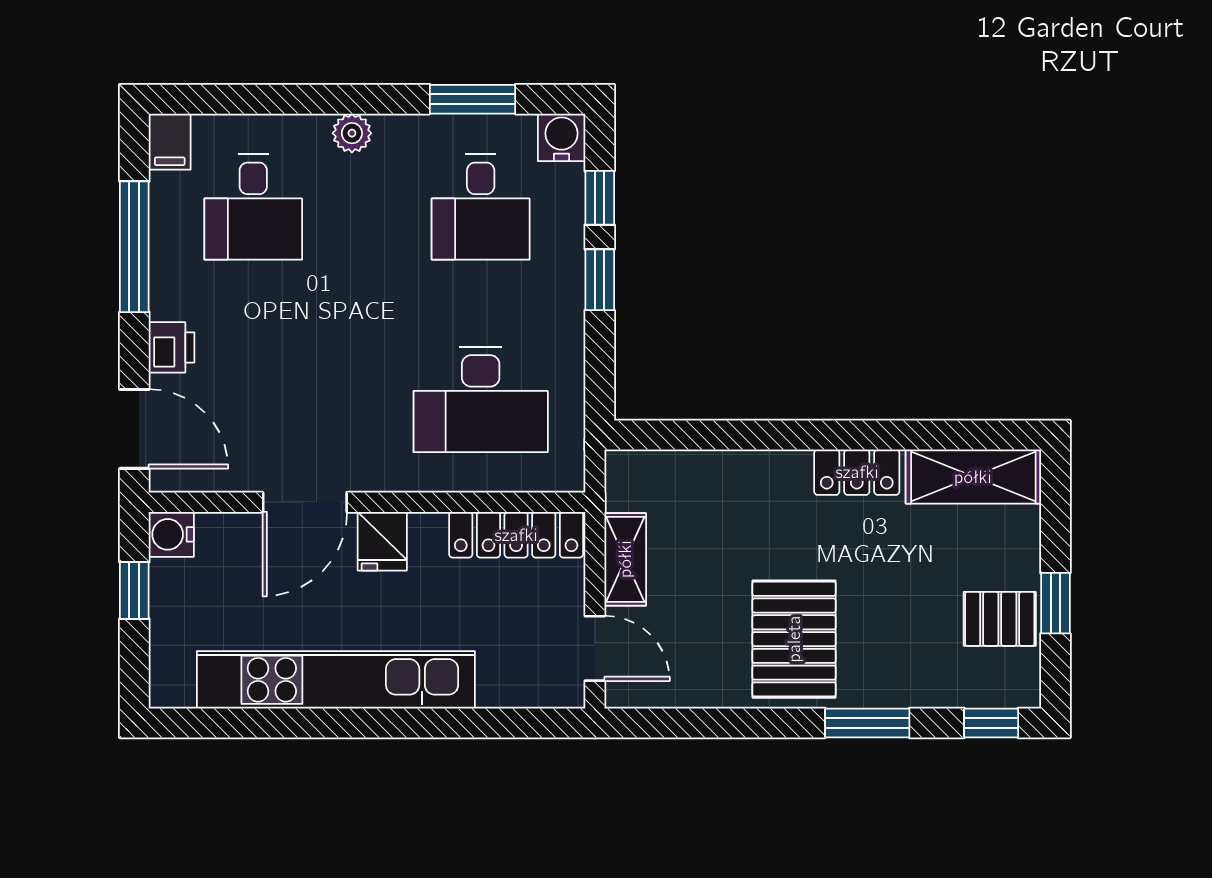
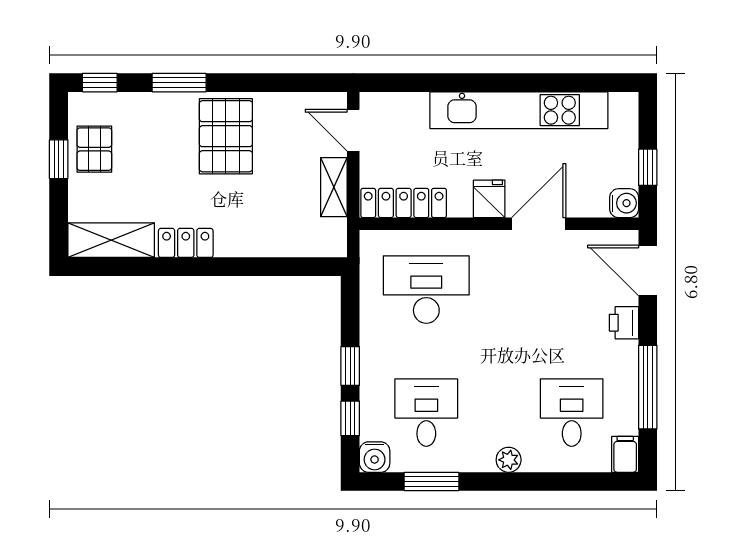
pallet: (1000, 619) -> (94, 149), turned 90

